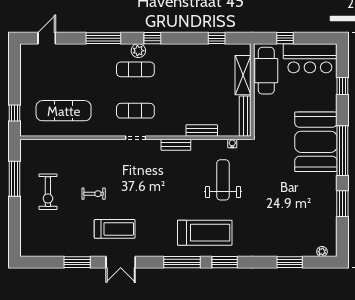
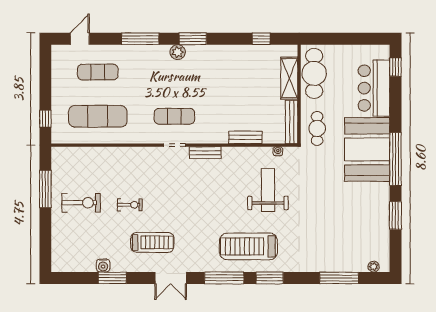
window: (152, 38) -> (193, 39), width x1.50
window: (285, 38) -> (334, 39), removed
bar counter: (310, 58) -> (374, 88), moved, turned 90
exercise mat: (135, 69) -> (98, 72), moved
window: (342, 86) -> (395, 67), moved
cafe table: (269, 122) -> (317, 128), added
bench: (176, 145) -> (205, 153), moved
exercise bike: (48, 192) -> (81, 203), turned -90
treadmill: (205, 233) -> (248, 246), turned 180
water cooler: (69, 250) -> (103, 265), added
double door: (121, 262) -> (171, 278), moved
window: (290, 262) -> (339, 278), width x1.44

